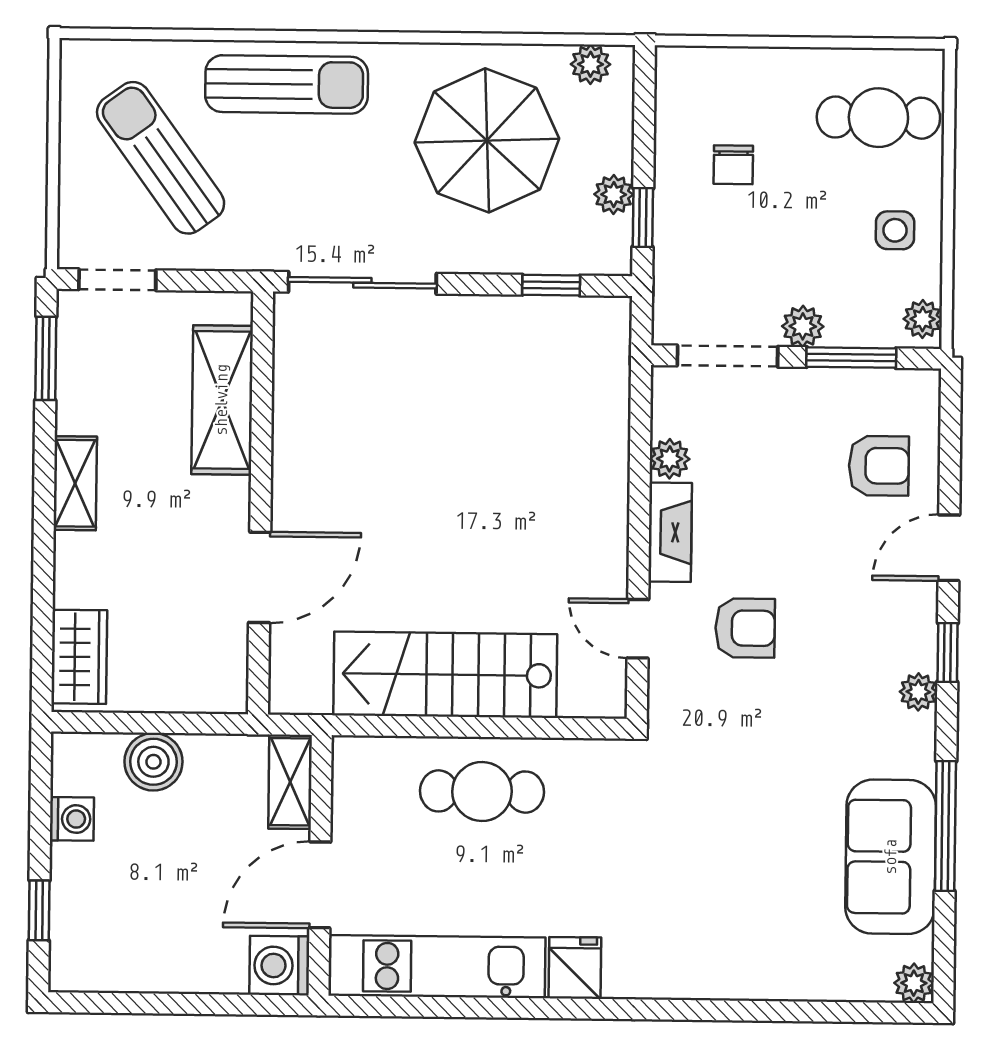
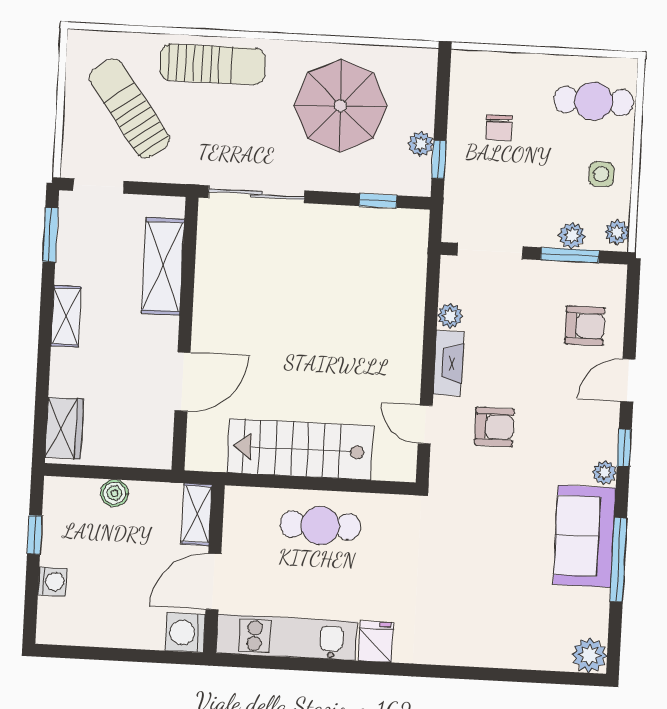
plant: (591, 64) -> (409, 59), removed
plant: (803, 326) -> (572, 235), moved
boiler: (153, 762) -> (114, 493), width x0.73, depth x0.73
washing machine: (72, 819) -> (53, 582), moved
sofa: (891, 857) -> (584, 536), moved
window: (39, 910) -> (35, 535), moved
plant: (914, 983) -> (589, 655), width x1.38, depth x1.38

